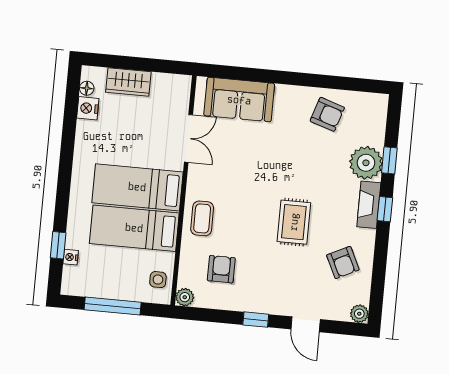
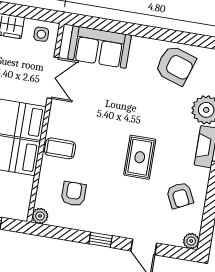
armchair: (327, 114) -> (175, 65), width x1.38, depth x1.38
coffee table: (202, 218) -> (60, 148), turned 90
side table: (158, 280) -> (41, 34), moved

